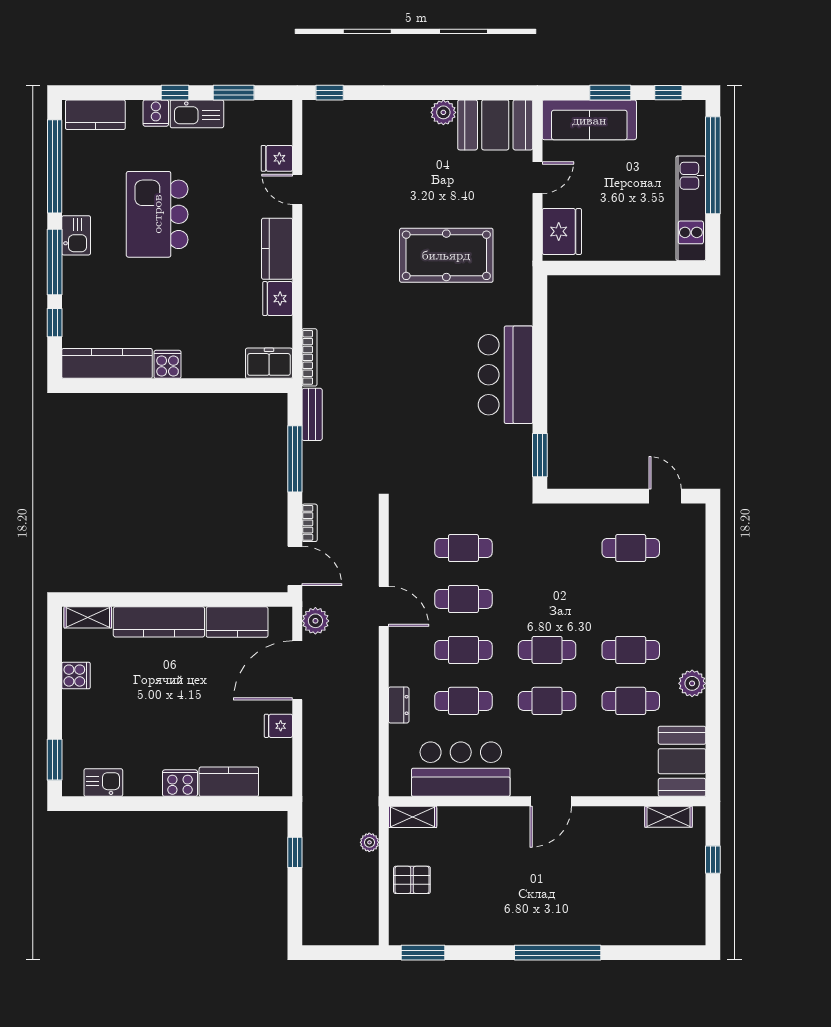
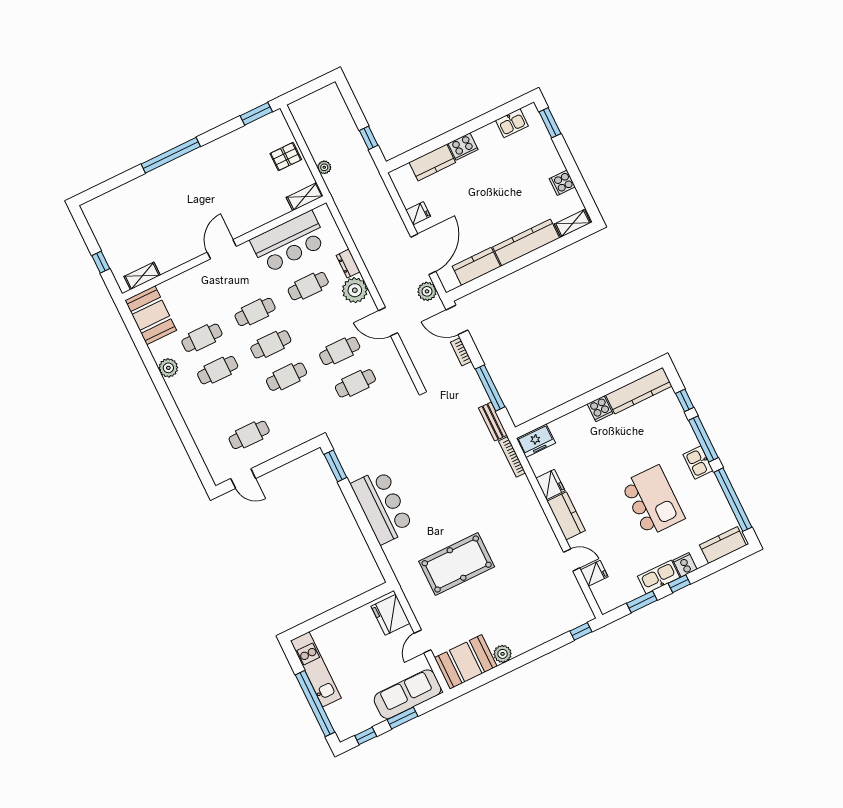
cafe table: (463, 650) -> (287, 377), moved
plant: (407, 667) -> (355, 290), added

